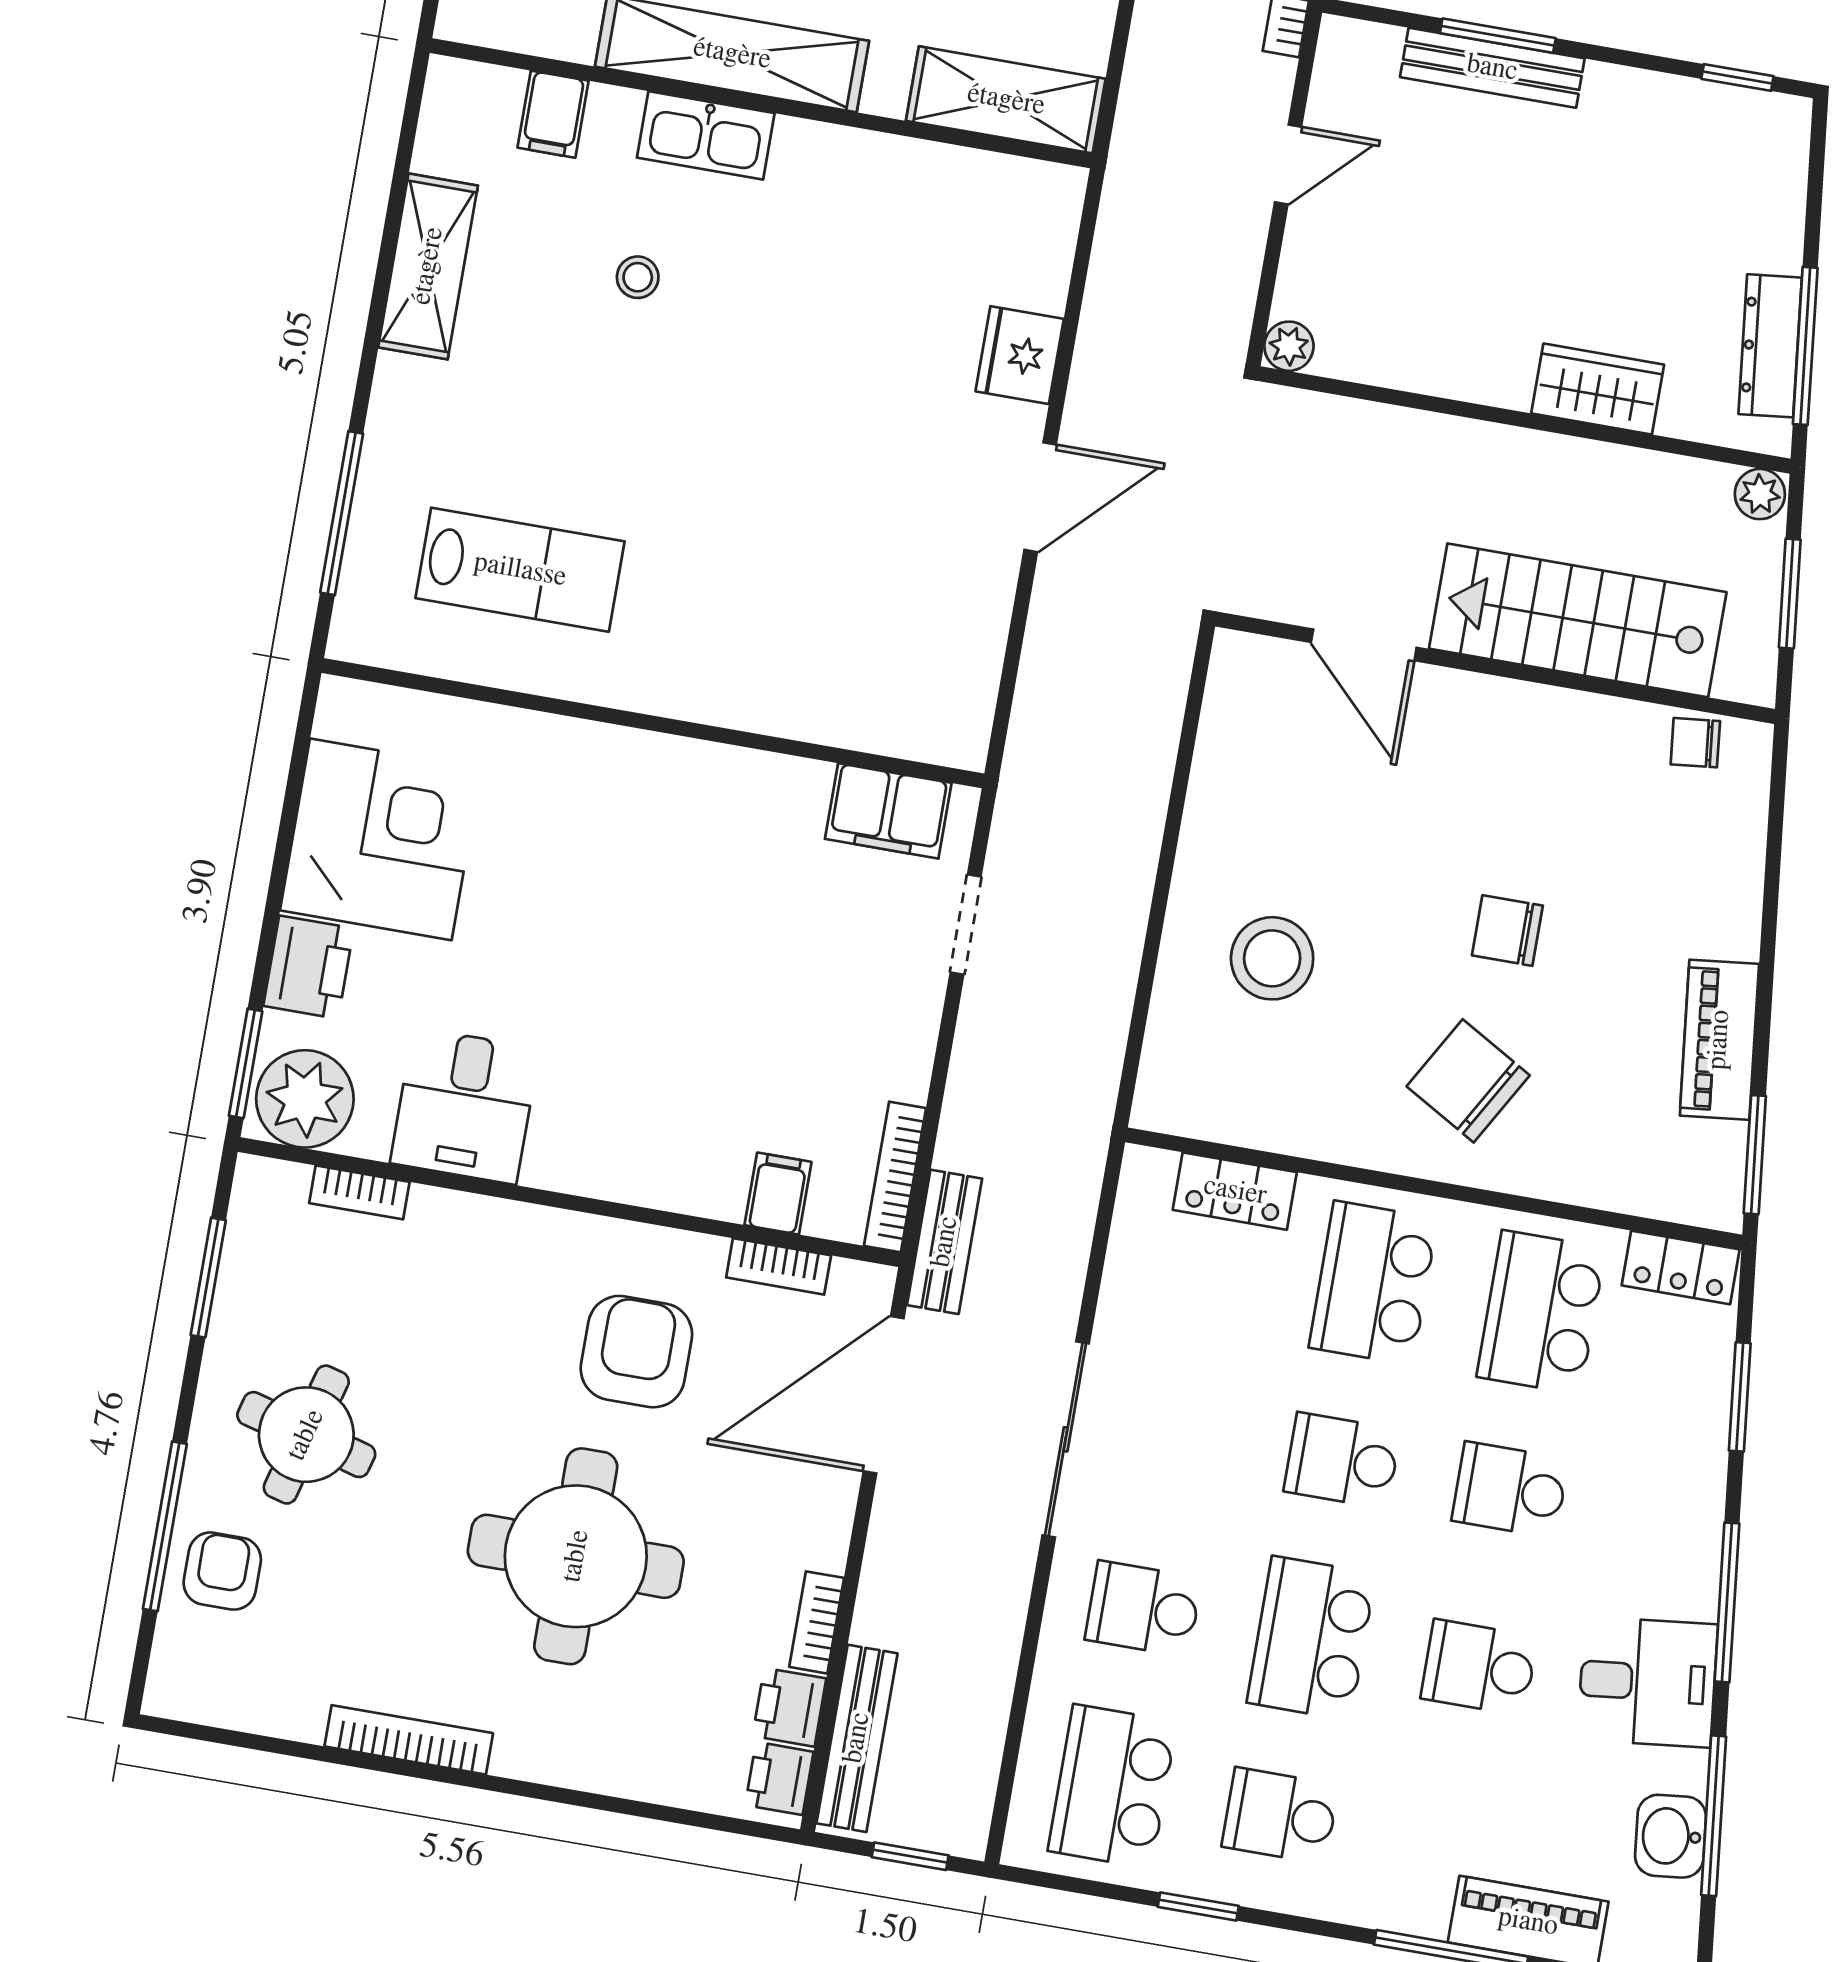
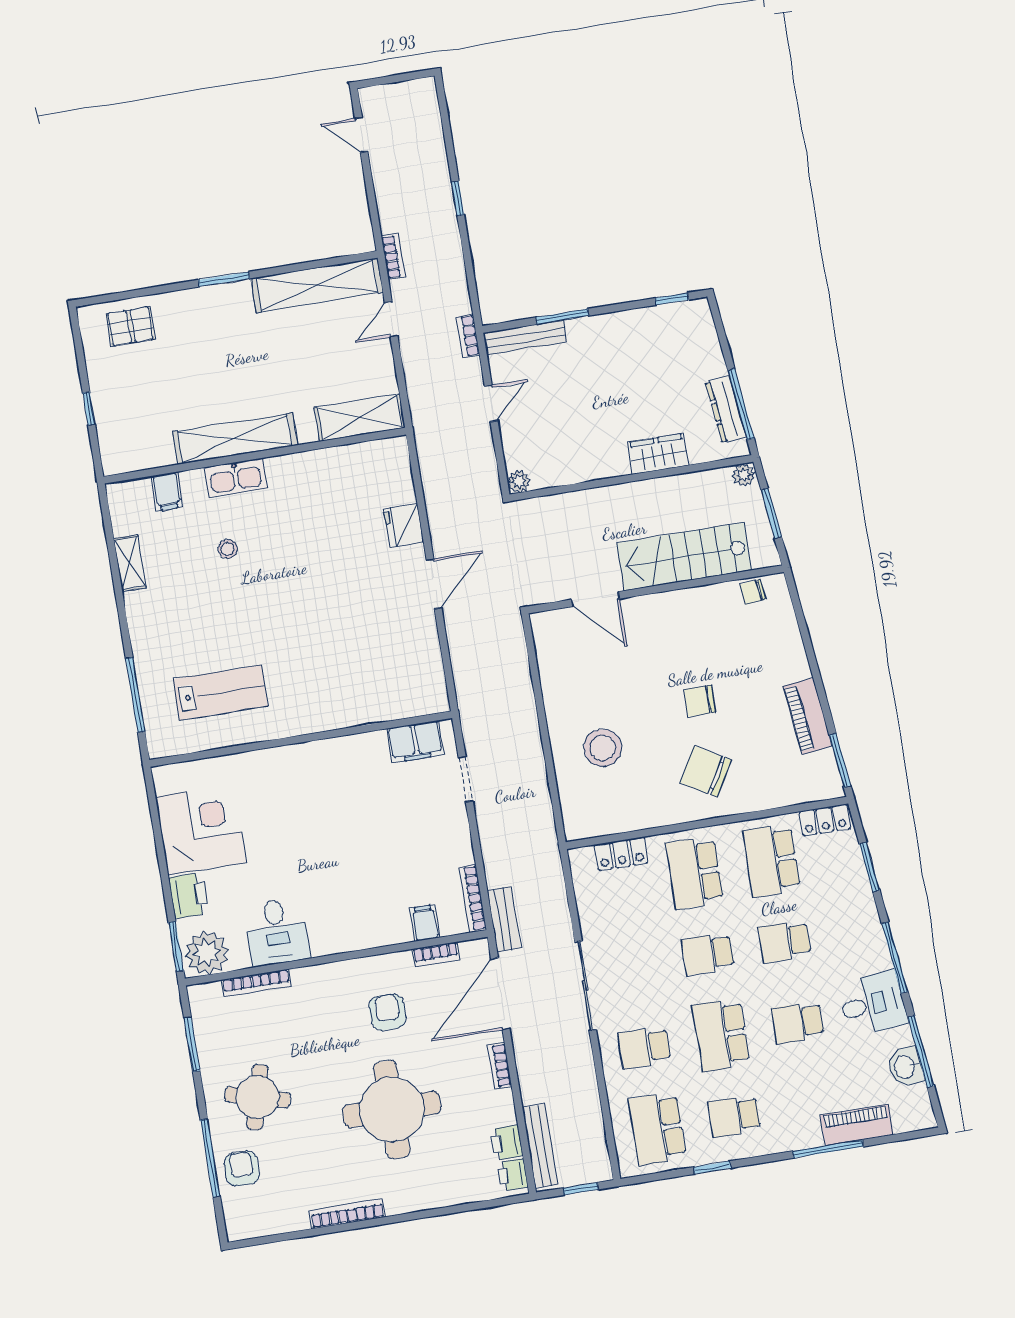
bench: (1492, 68) -> (525, 338), moved
shelving: (428, 266) -> (130, 563), width x0.67, depth x0.75
bookcase: (359, 1192) -> (256, 983), width x1.56
armchair: (636, 1352) -> (387, 1012), width x0.72, depth x0.72
bookcase: (817, 1622) -> (500, 1066), moved

